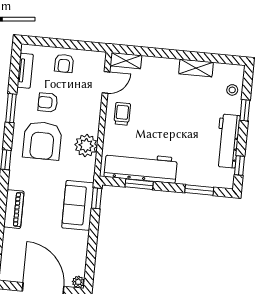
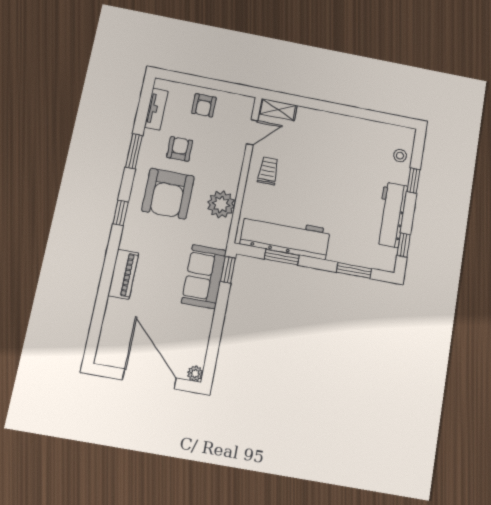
shelving: (196, 68) -> (359, 126), removed
armchair: (48, 102) -> (180, 149), turned 90

